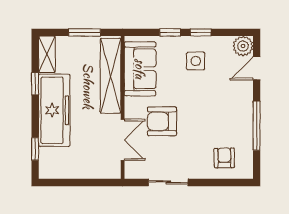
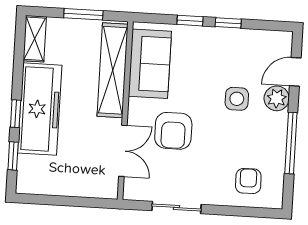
plant: (243, 46) -> (277, 98), moved
side table: (196, 61) -> (237, 99), moved
window: (35, 84) -> (16, 114), moved
armchair: (162, 121) -> (173, 131), turned -90

